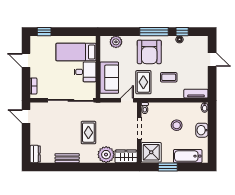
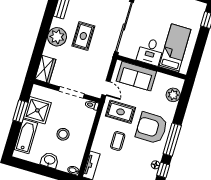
rug: (88, 133) -> (83, 36), turned 90
shower: (151, 152) -> (37, 110), moved
plant: (106, 155) -> (57, 37), moved

